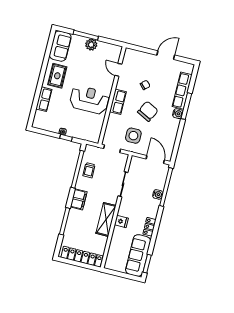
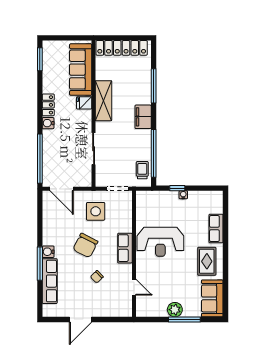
trolley: (89, 170) -> (142, 170), moved
water cooler: (158, 194) -> (48, 123), moved
sofa: (138, 255) -> (81, 70), moved, turned 180

